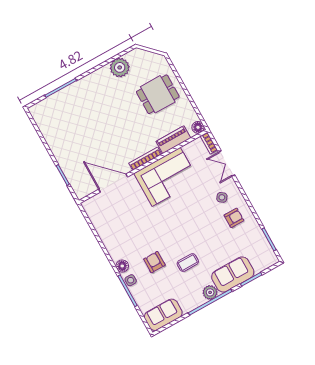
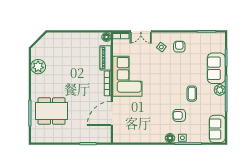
dining table: (158, 94) -> (52, 111), moved, width x1.38

